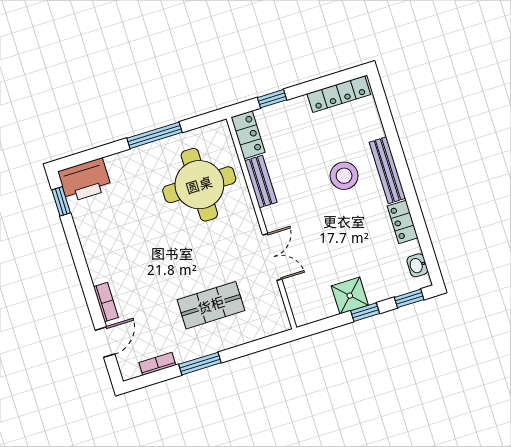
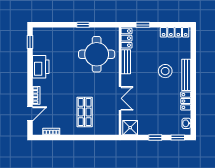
window: (155, 135) -> (83, 25), width x0.46
printer: (85, 180) -> (41, 67), moved, turned -90
shower: (350, 296) -> (130, 128), moved
shop shelf: (211, 305) -> (85, 112), turned 90
window: (200, 364) -> (71, 138), removed

